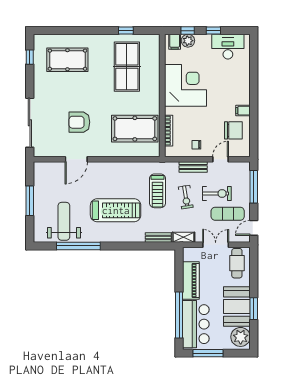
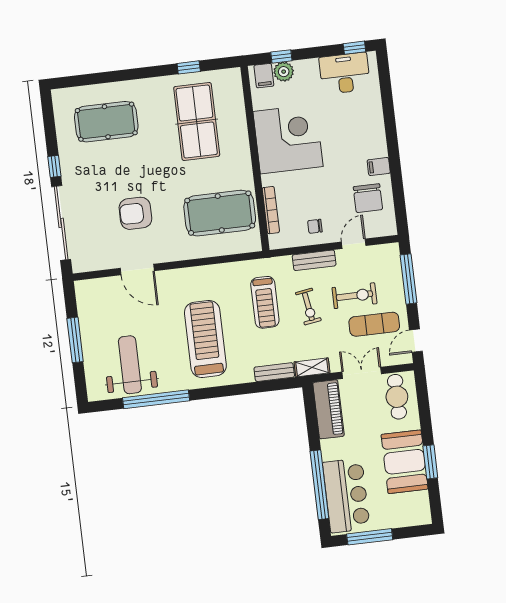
window: (213, 31) -> (354, 48), moved
window: (30, 57) -> (54, 166), moved
chair: (233, 130) -> (368, 198), turned 90
door: (76, 159) -> (137, 270), hinge flipped
treadmill: (116, 210) -> (205, 339), turned -90
piano: (191, 281) -> (329, 409), moved
plant: (241, 337) -> (416, 507), removed

